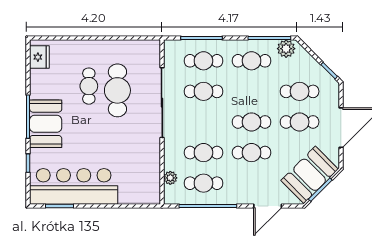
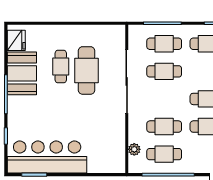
booth: (46, 124) -> (22, 73), moved

